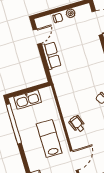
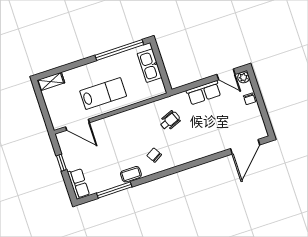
plant: (71, 13) -> (244, 77), moved
wheelchair: (77, 124) -> (170, 121), moved

